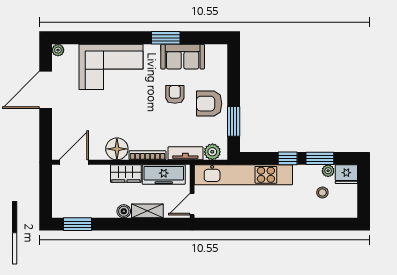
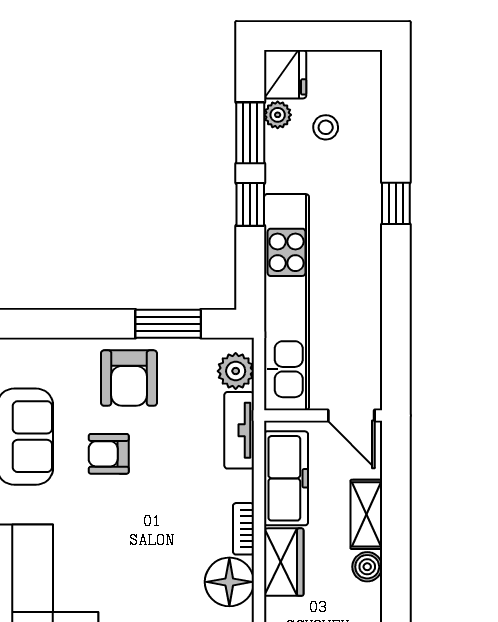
bookcase: (148, 155) -> (243, 529), width x0.64
window: (288, 224) -> (396, 203), added

